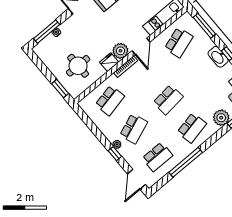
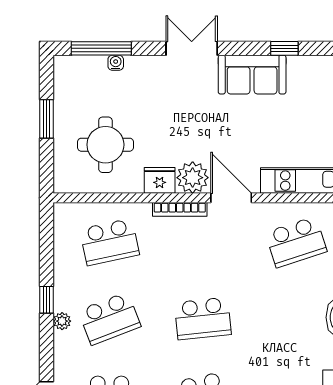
door: (141, 46) -> (231, 198), swing flipped
window: (60, 89) -> (47, 119), moved
window: (115, 154) -> (47, 300), moved

